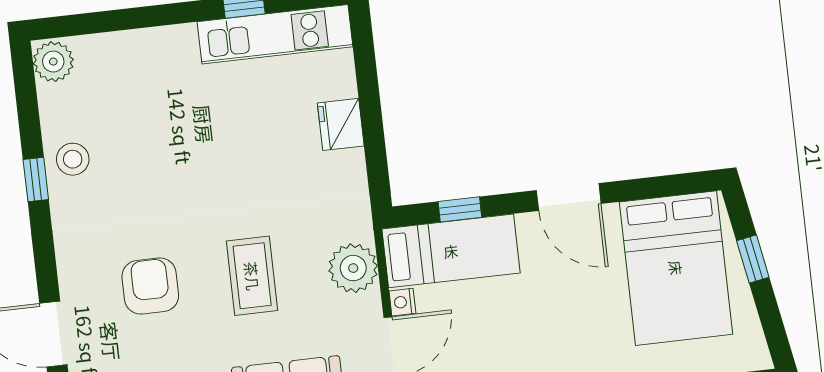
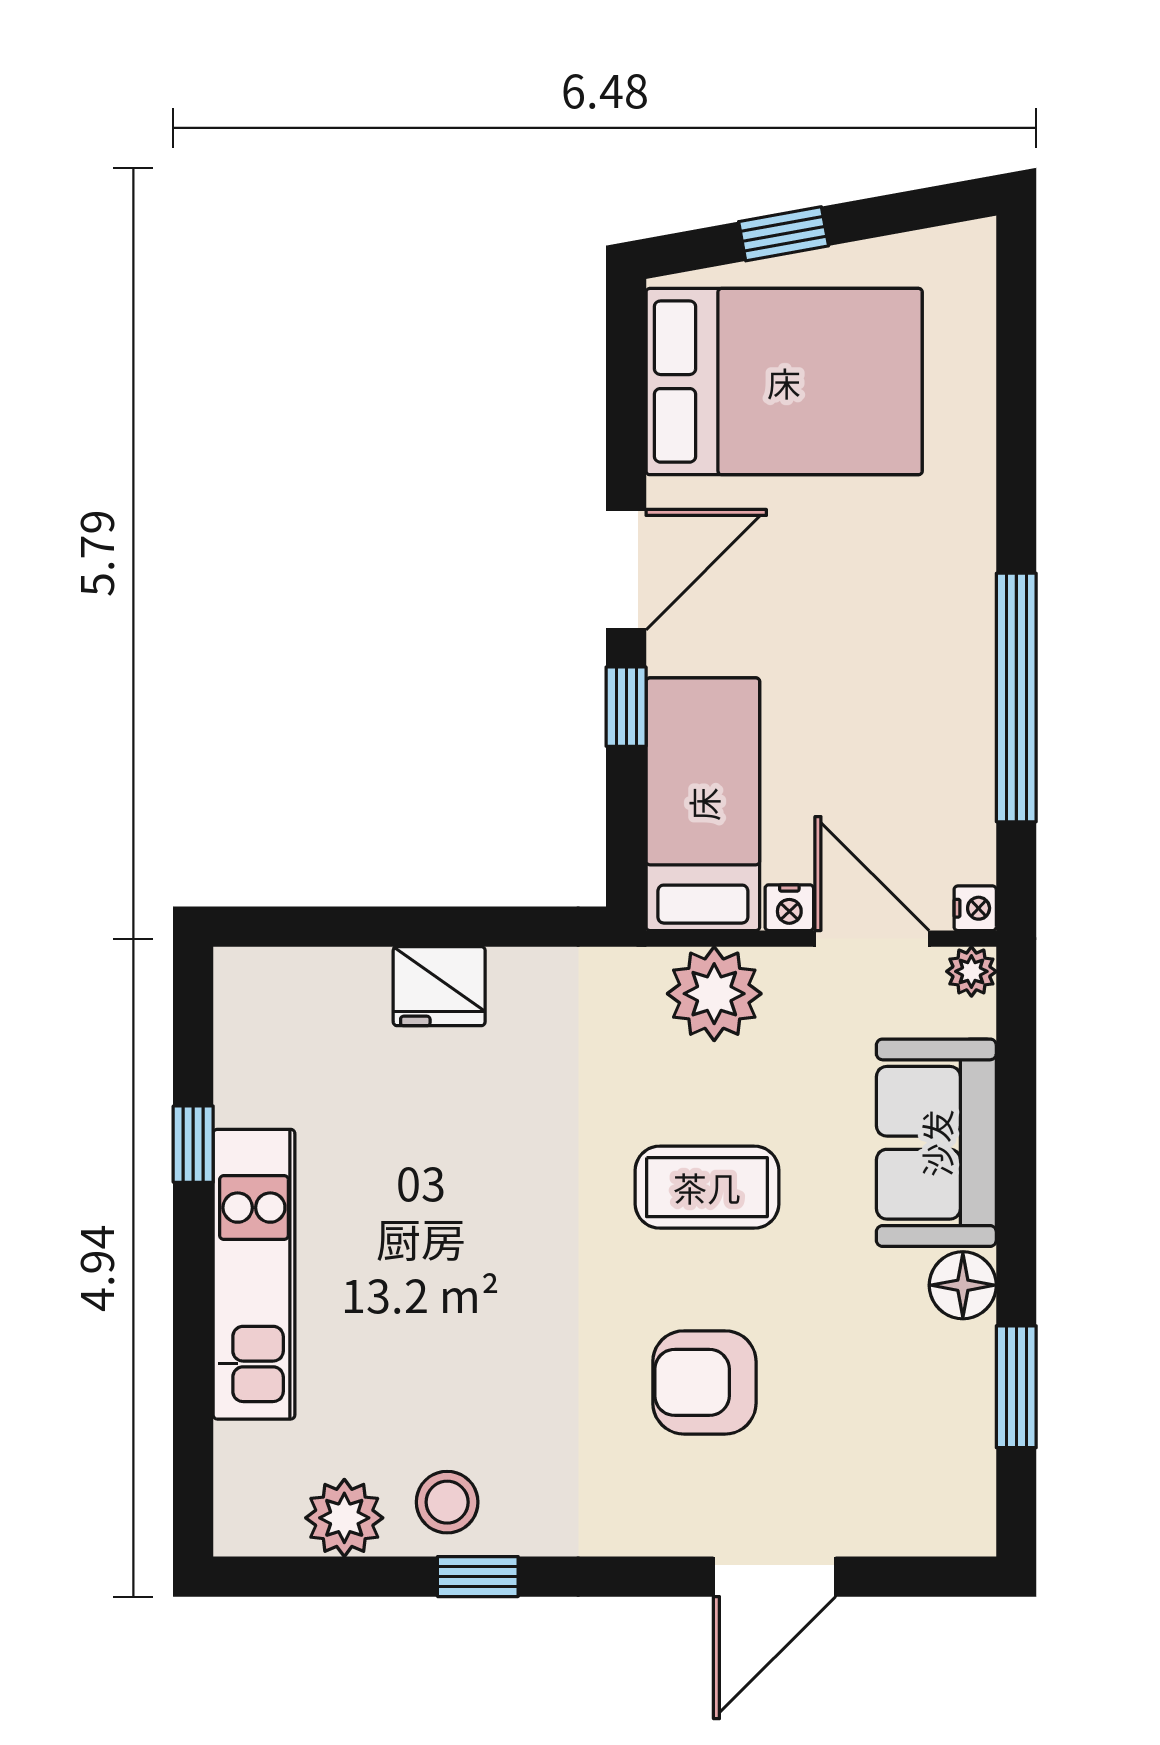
kitchen unit: (275, 34) -> (254, 1274), moved
plant: (53, 62) -> (344, 1518), moved
window: (460, 209) -> (626, 707), moved

